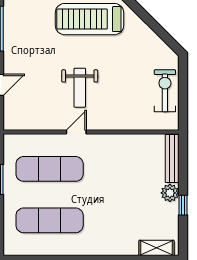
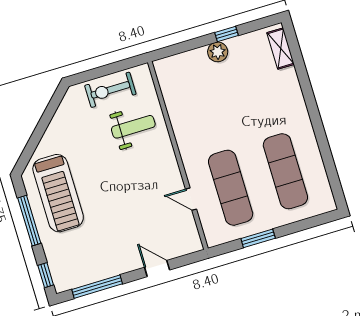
weight bench: (80, 88) -> (133, 127), moved
door: (76, 132) -> (191, 199), moved
bench: (172, 158) -> (180, 61), removed

